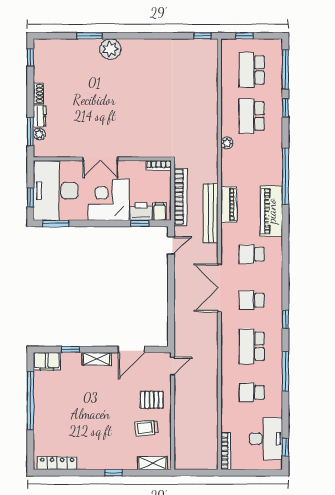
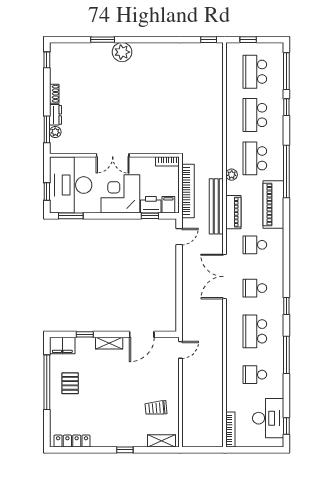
plant: (227, 143) -> (232, 175), moved
school desk: (252, 162) -> (255, 158), added
piano: (229, 204) -> (233, 212), moved
pallet: (152, 400) -> (70, 383), moved, turned 90

